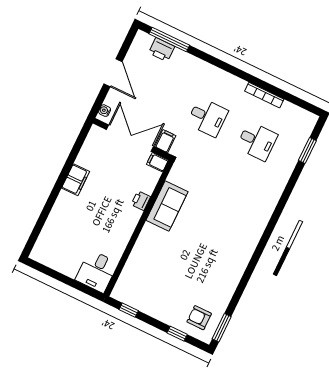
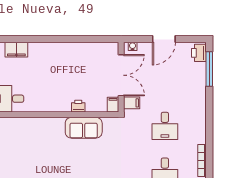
printer: (162, 50) -> (199, 53), moved
filing cabinet: (76, 180) -> (16, 50), moved

